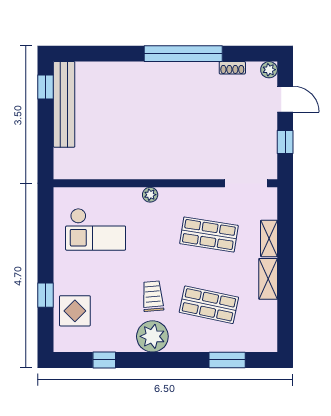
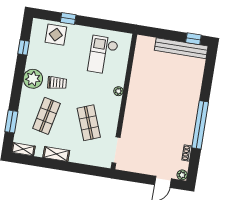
window: (285, 142) -> (137, 178), removed
shop shelf: (209, 234) -> (89, 123), turned -30
shelving: (269, 238) -> (23, 149), moved

